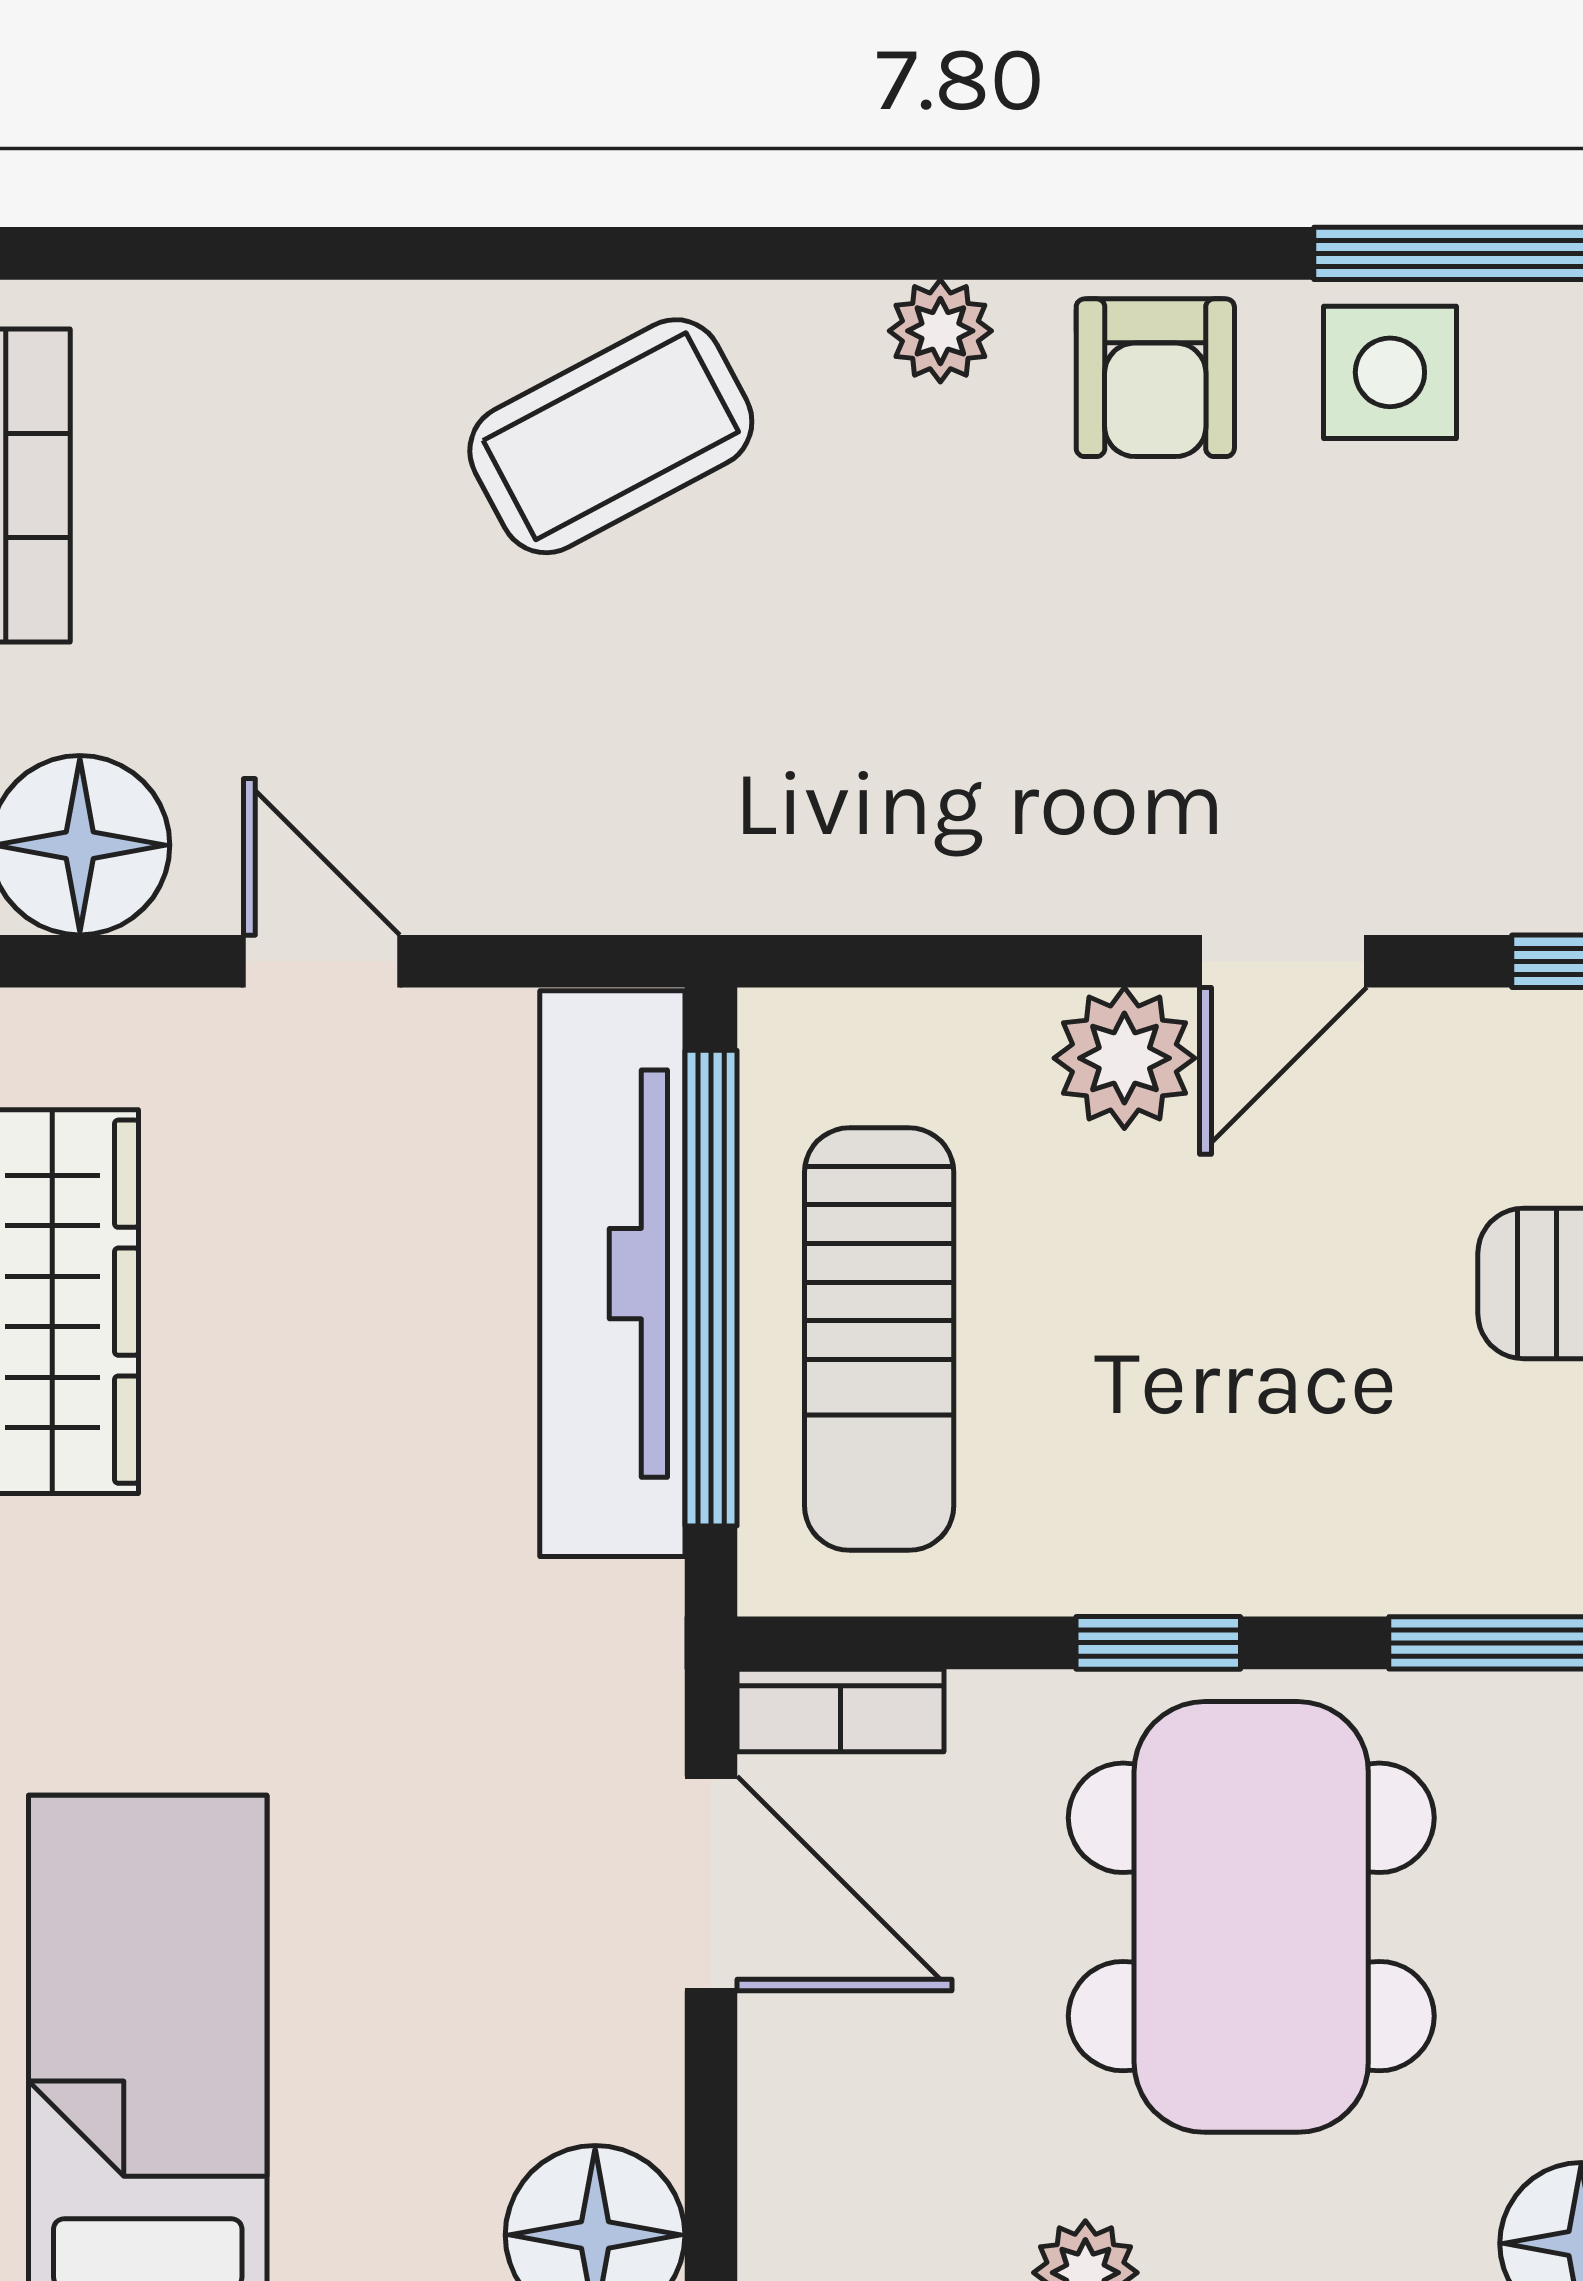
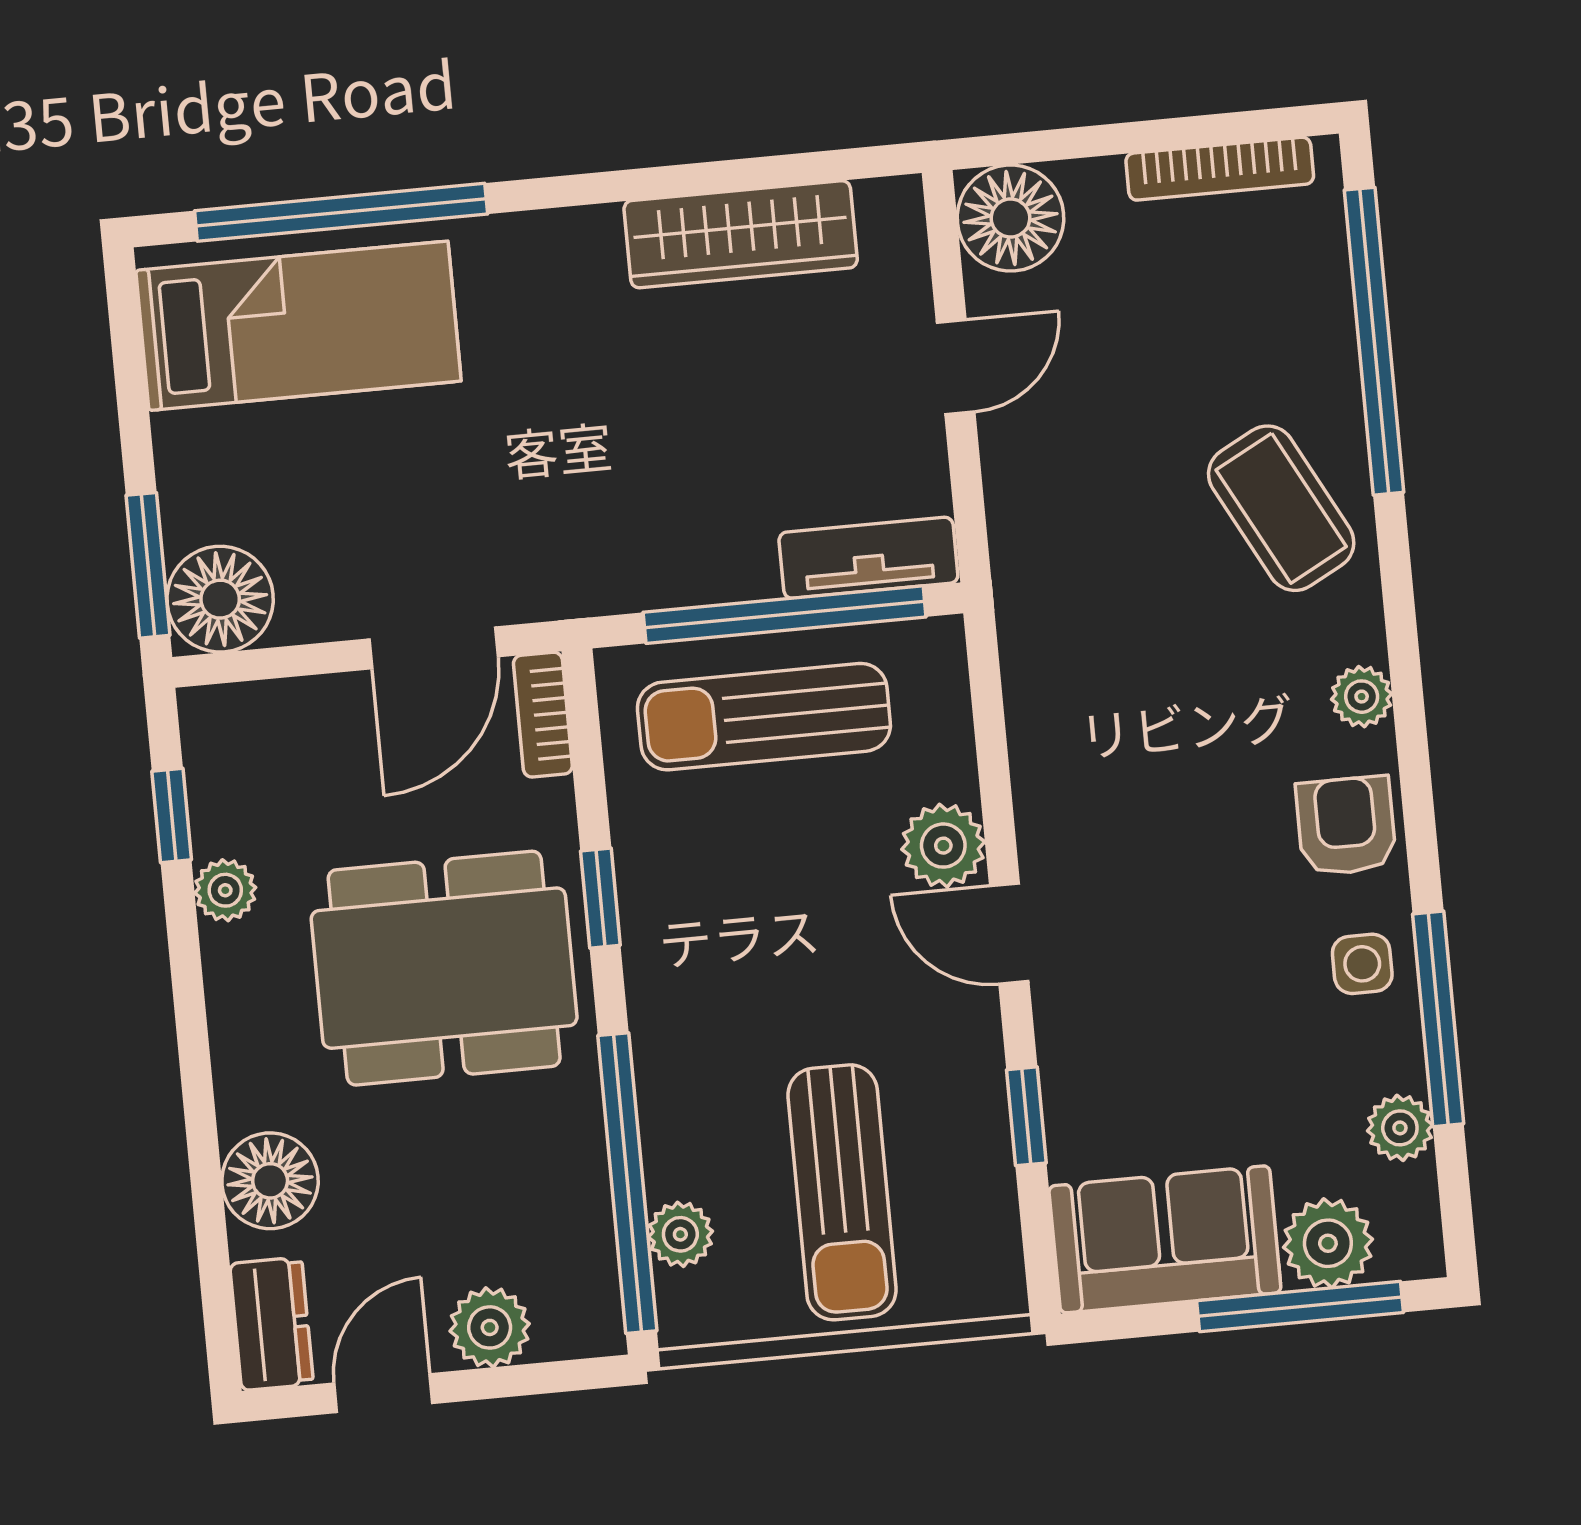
window: (345, 253) -> (1374, 341), added
side table: (1390, 372) -> (1362, 964), width x0.73, depth x0.73
armchair: (1155, 378) -> (1346, 826), turned 90
tv unit: (612, 1274) -> (868, 558), width x0.52, depth x0.78

